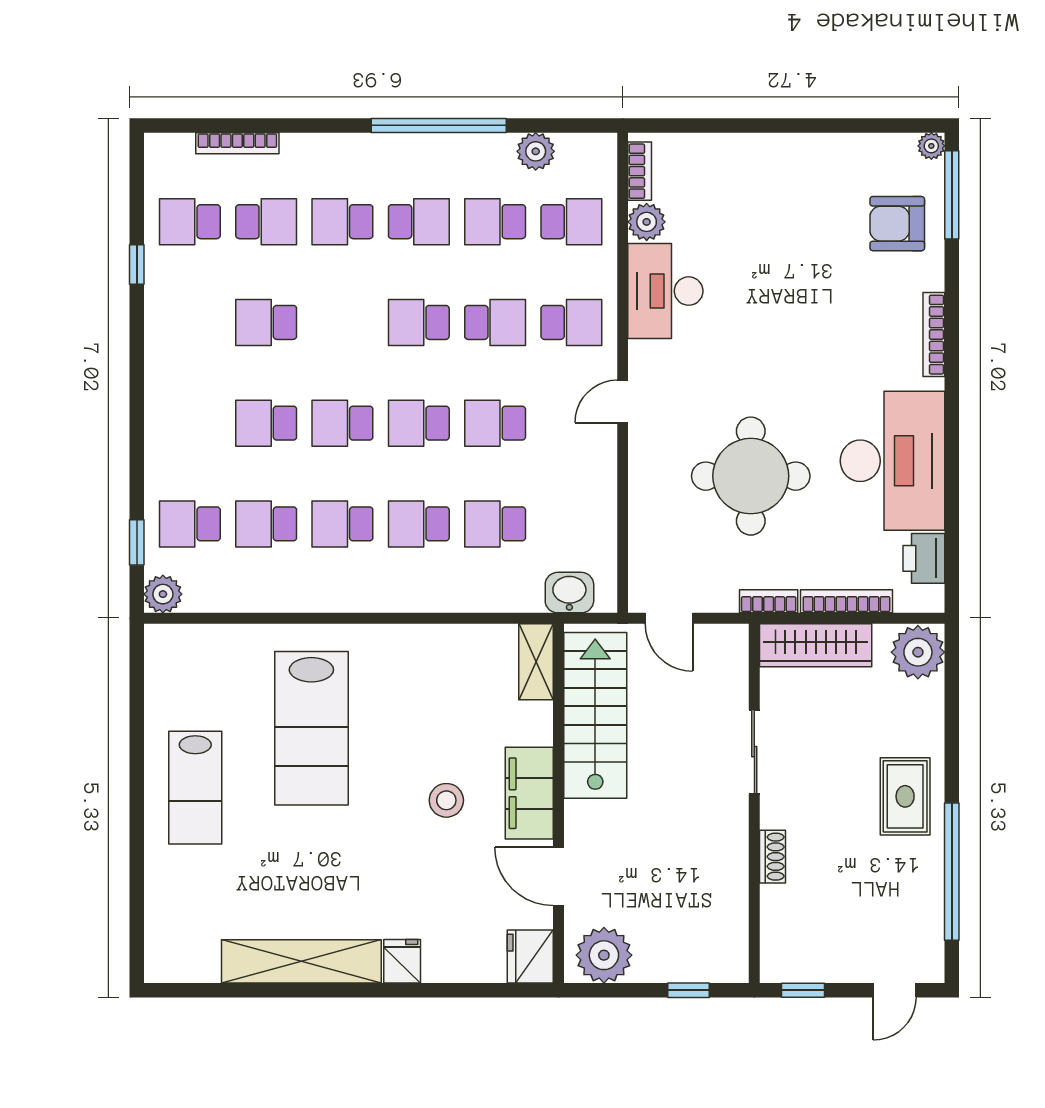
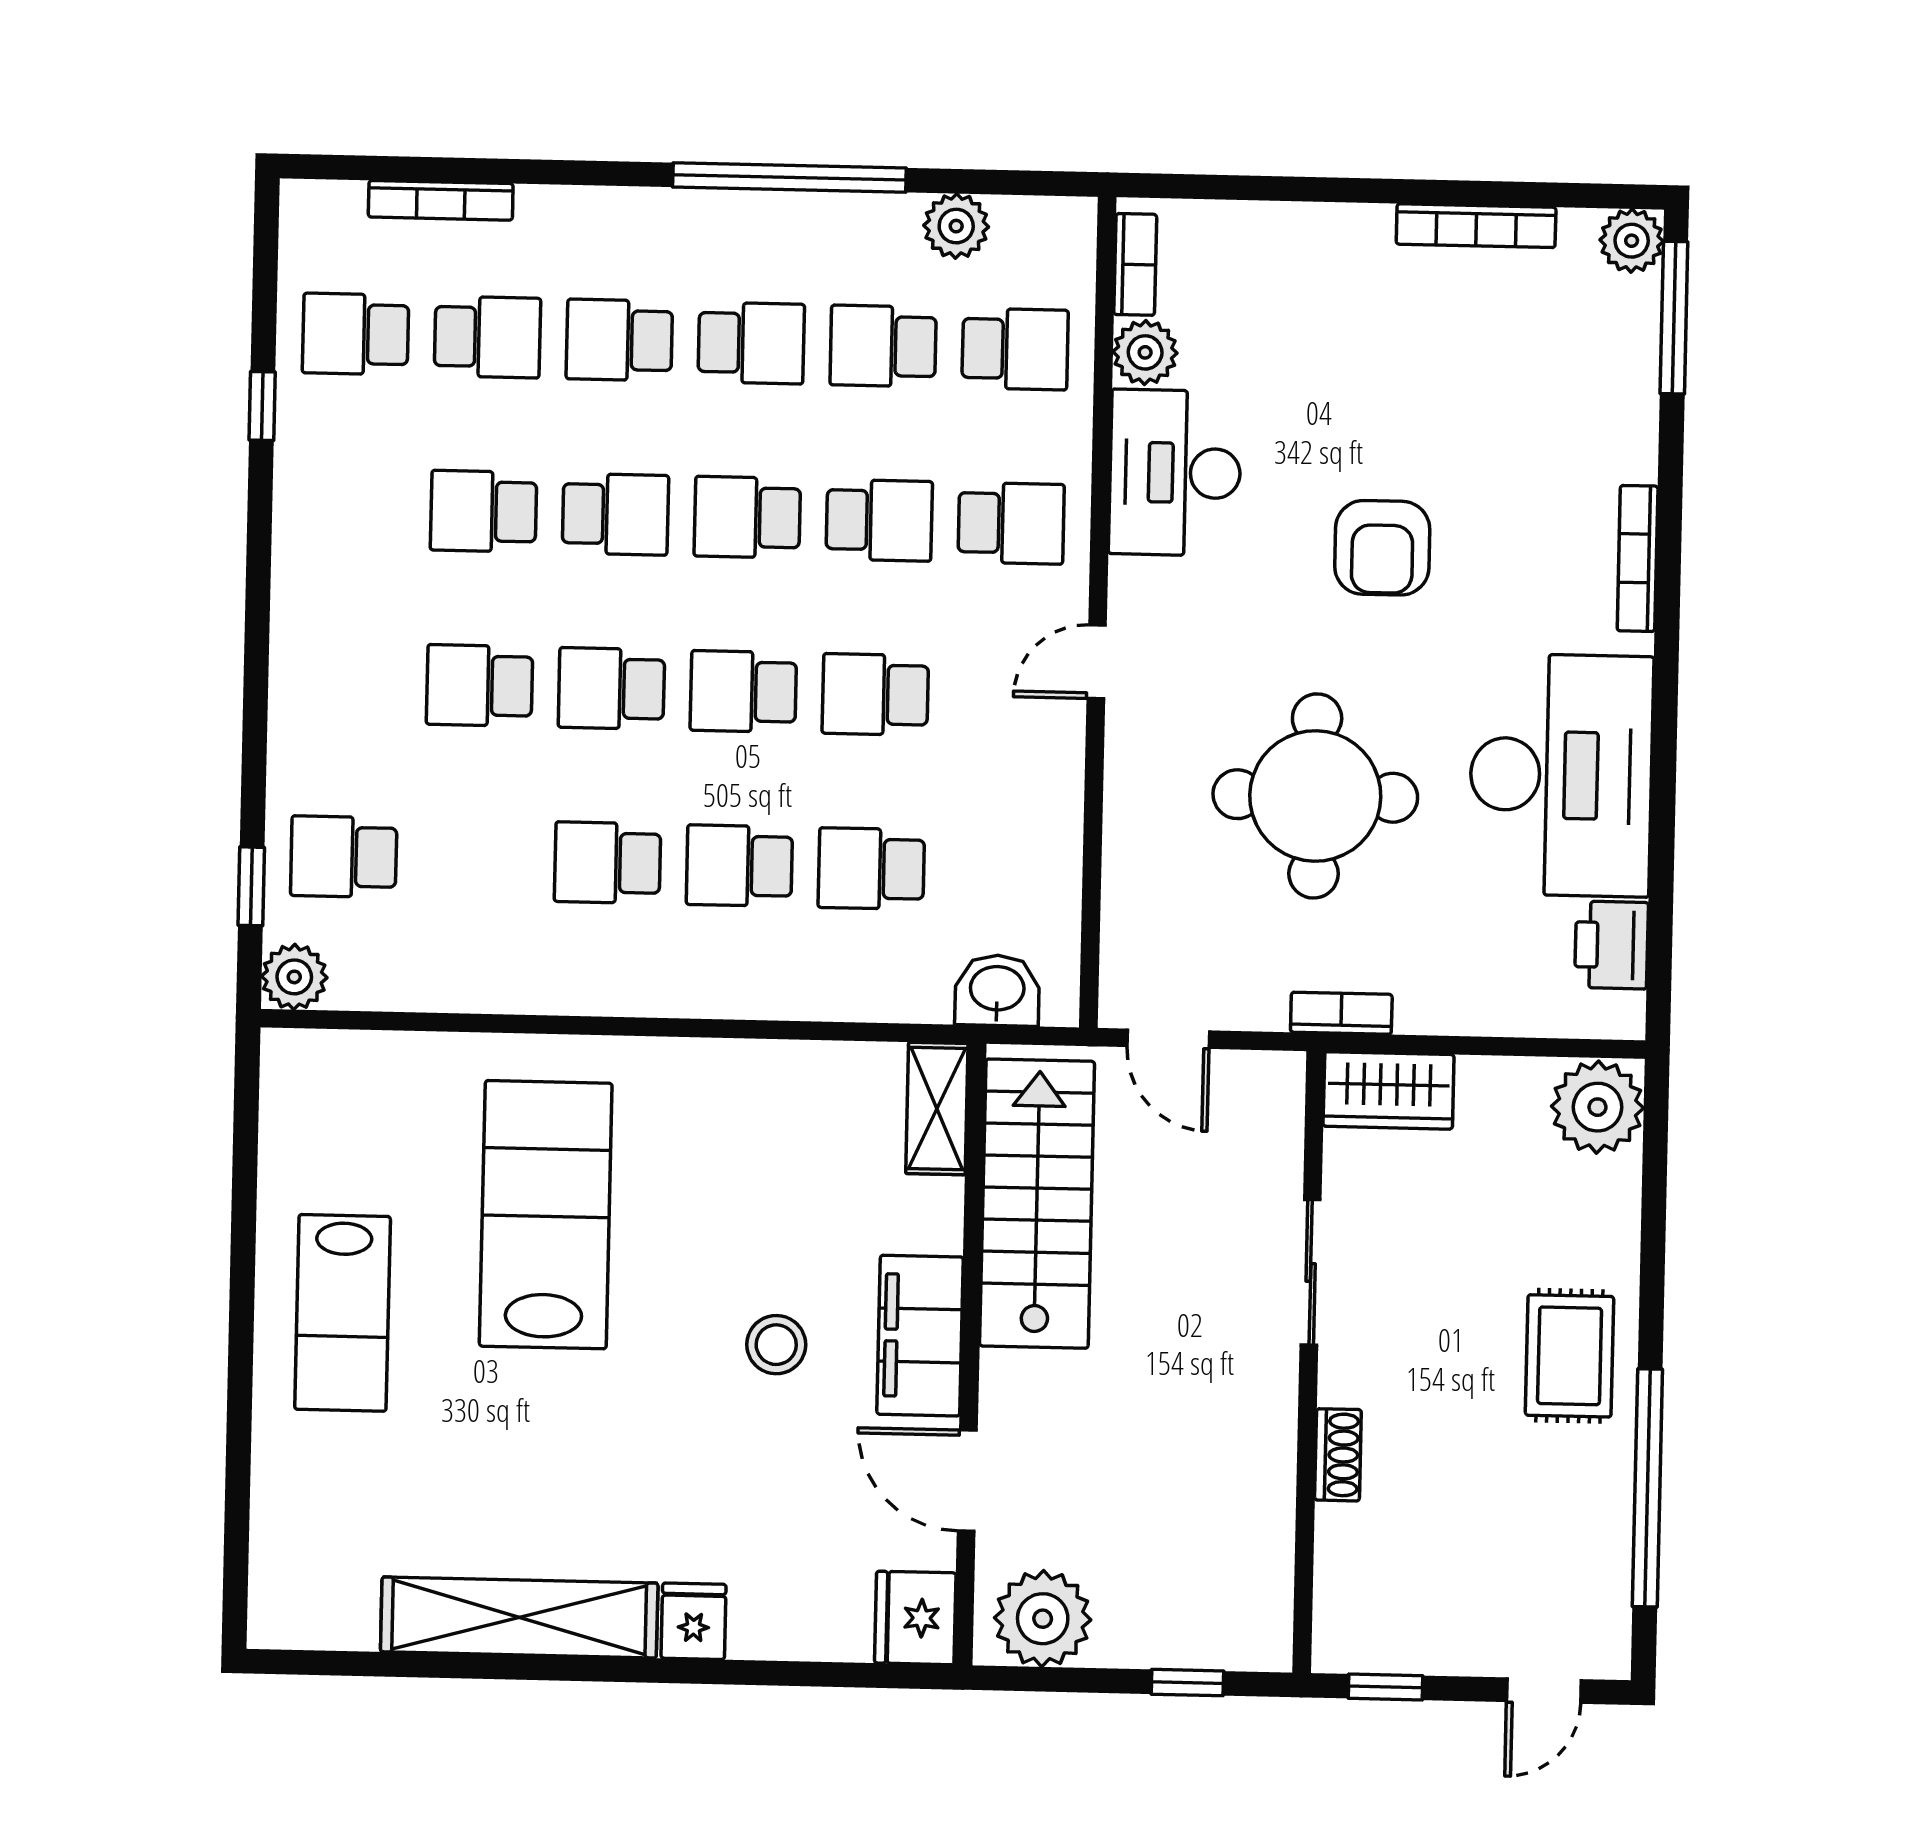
plant: (931, 146) -> (1632, 241), width x1.38, depth x1.38
armchair: (897, 224) -> (1382, 548), moved, turned -90
school desk: (266, 524) -> (615, 514), moved, turned 180
bookcase: (846, 601) -> (1476, 226), moved, turned 180
wardrobe: (816, 645) -> (1389, 1090), width x0.67
lab bench: (311, 728) -> (546, 1215), turned 180

